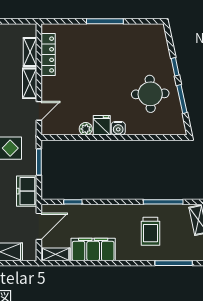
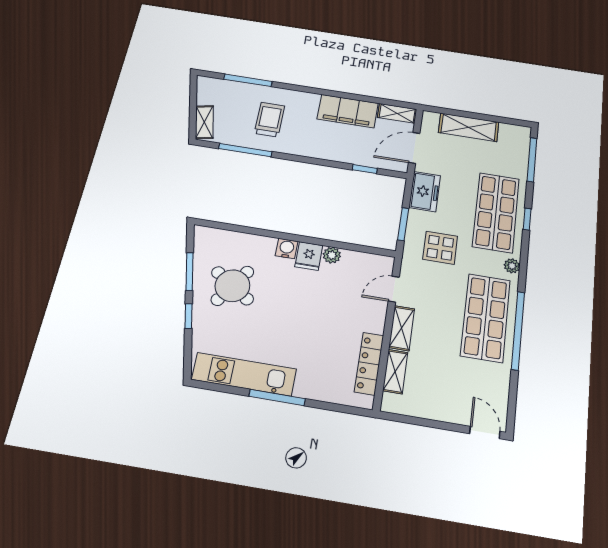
kitchen unit: (130, 33) -> (244, 374), added
round table: (150, 94) -> (232, 286), turned 36

